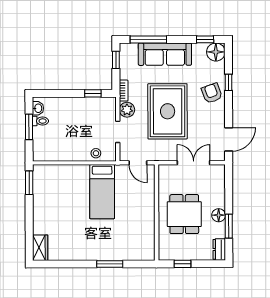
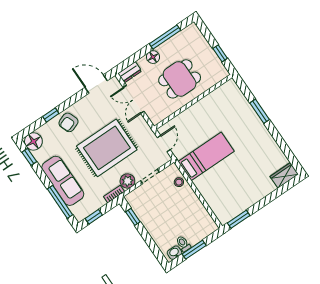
floor lamp: (219, 215) -> (153, 57), moved
window: (229, 226) -> (165, 37), width x1.44
dresser: (219, 249) -> (130, 72), moved

